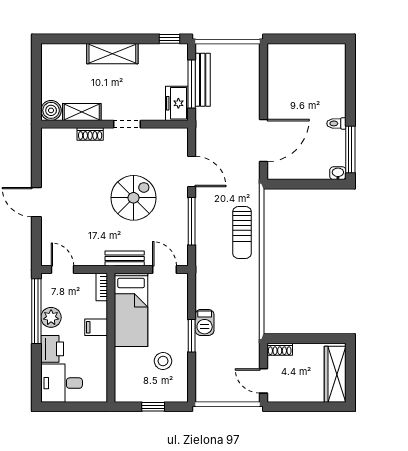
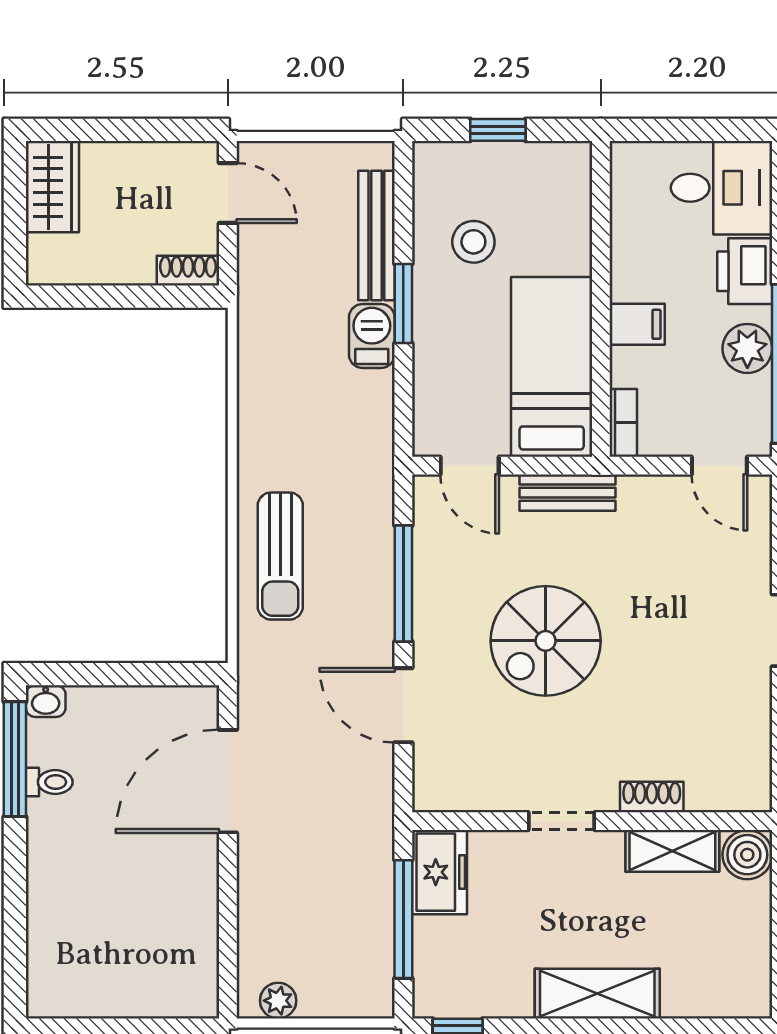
plant: (243, 51) -> (278, 1001), added
bench: (203, 80) -> (376, 236), moved
toilet: (336, 123) -> (49, 782), moved
sun lounger: (242, 233) -> (280, 556), turned 180
wardrobe: (335, 374) -> (52, 187), width x0.67

